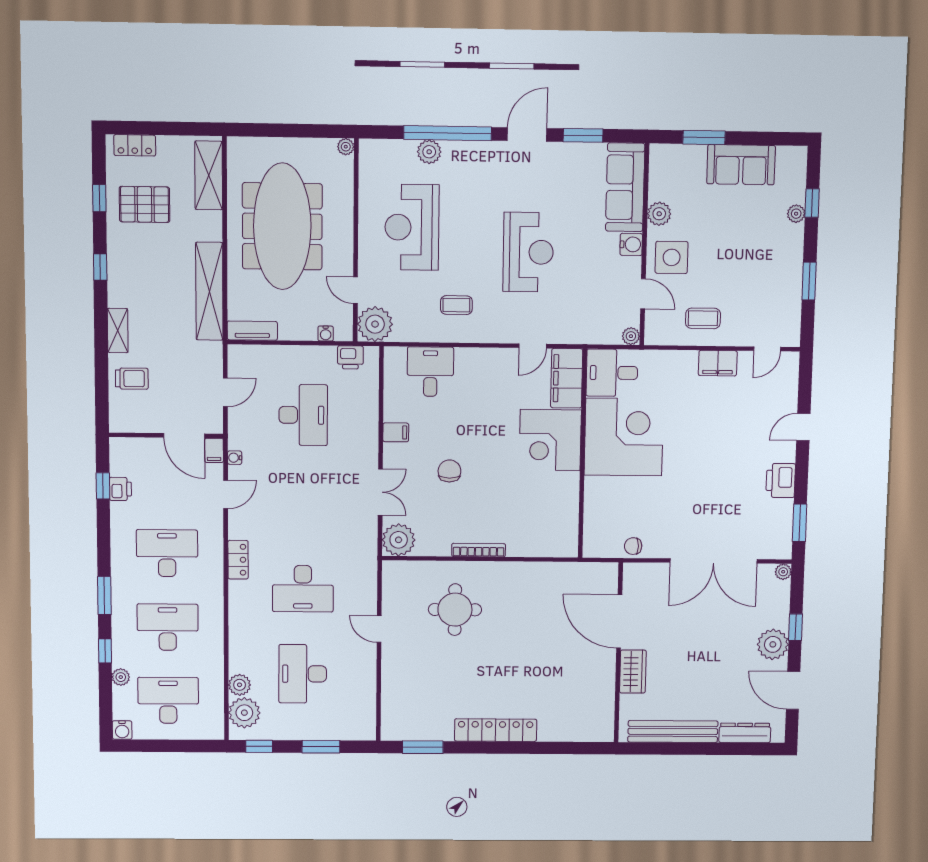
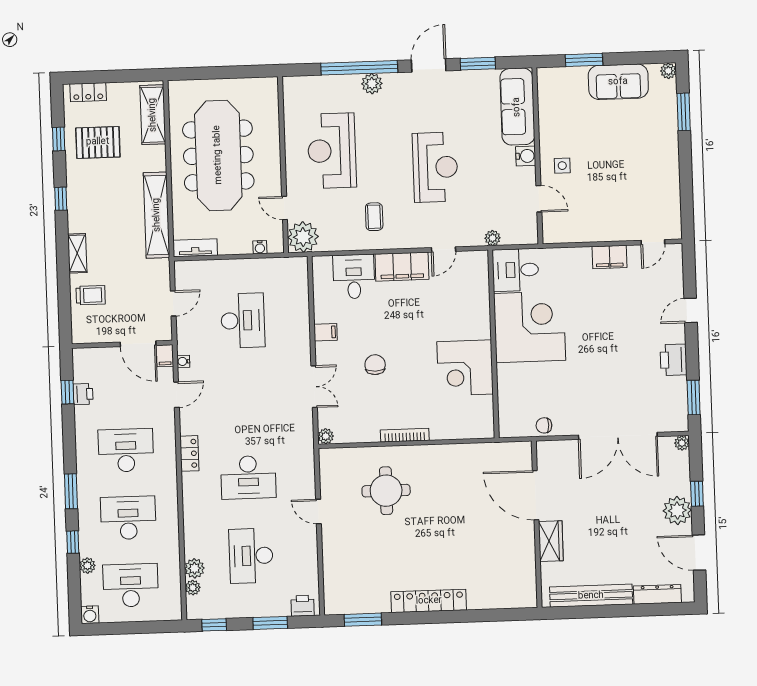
plant: (346, 147) -> (271, 84), removed
plant: (429, 152) -> (372, 84), moved
window: (812, 203) -> (684, 112), width x1.50
plant: (659, 214) -> (549, 128), removed
plant: (796, 214) -> (668, 71), moved
side table: (672, 257) -> (562, 166), width x0.54, depth x0.54
window: (809, 281) -> (686, 180), removed
coffee table: (456, 305) -> (374, 217), turned 90
coffee table: (703, 318) -> (594, 218), removed
plant: (631, 336) -> (493, 238), moved
printer: (350, 357) -> (303, 606), moved, turned 180
filing cabinet: (567, 378) -> (402, 267), moved, turned -90
corner desk: (550, 440) -> (465, 368), moved
plant: (399, 540) -> (326, 436), width x0.53, depth x0.53
plant: (244, 713) -> (193, 588), width x0.53, depth x0.53

